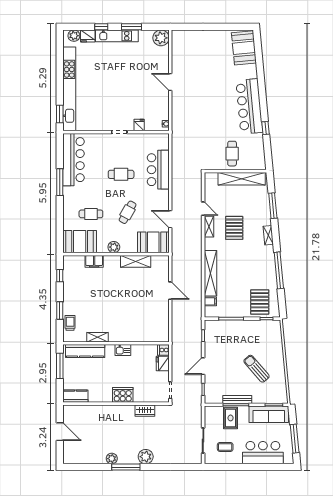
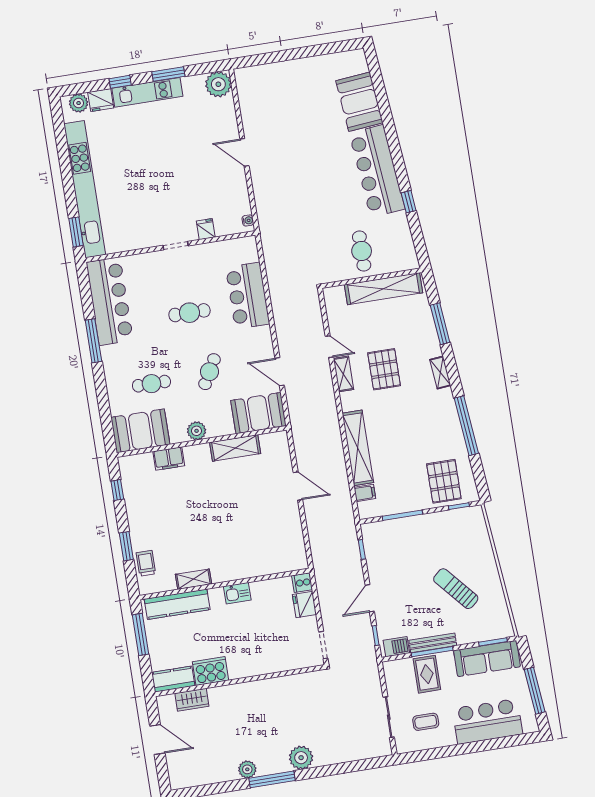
booth: (244, 48) -> (359, 102), moved
cooker: (123, 395) -> (210, 671), moved
barbecue: (215, 398) -> (396, 647), added
wardrobe: (145, 411) -> (192, 700), moved

